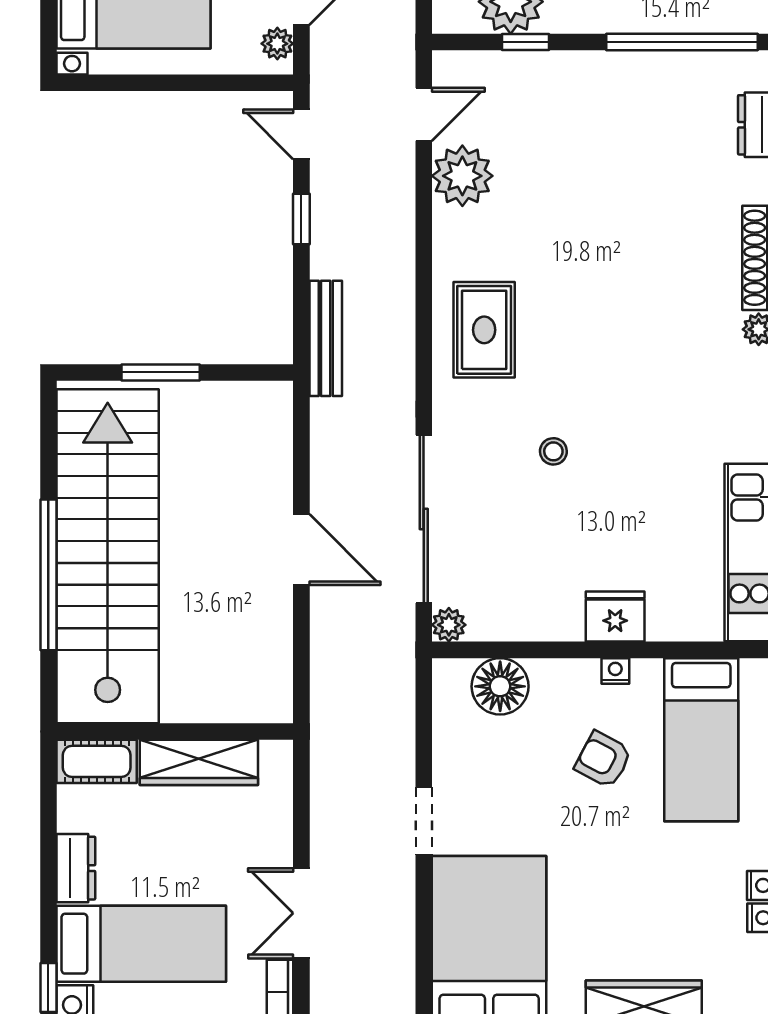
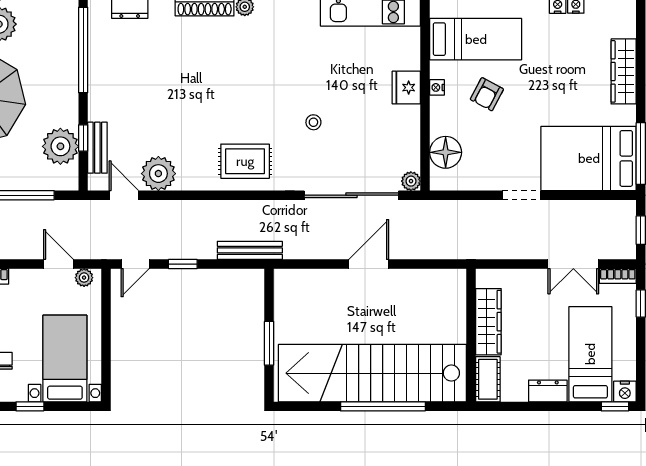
bench: (508, 67) -> (97, 148), added

